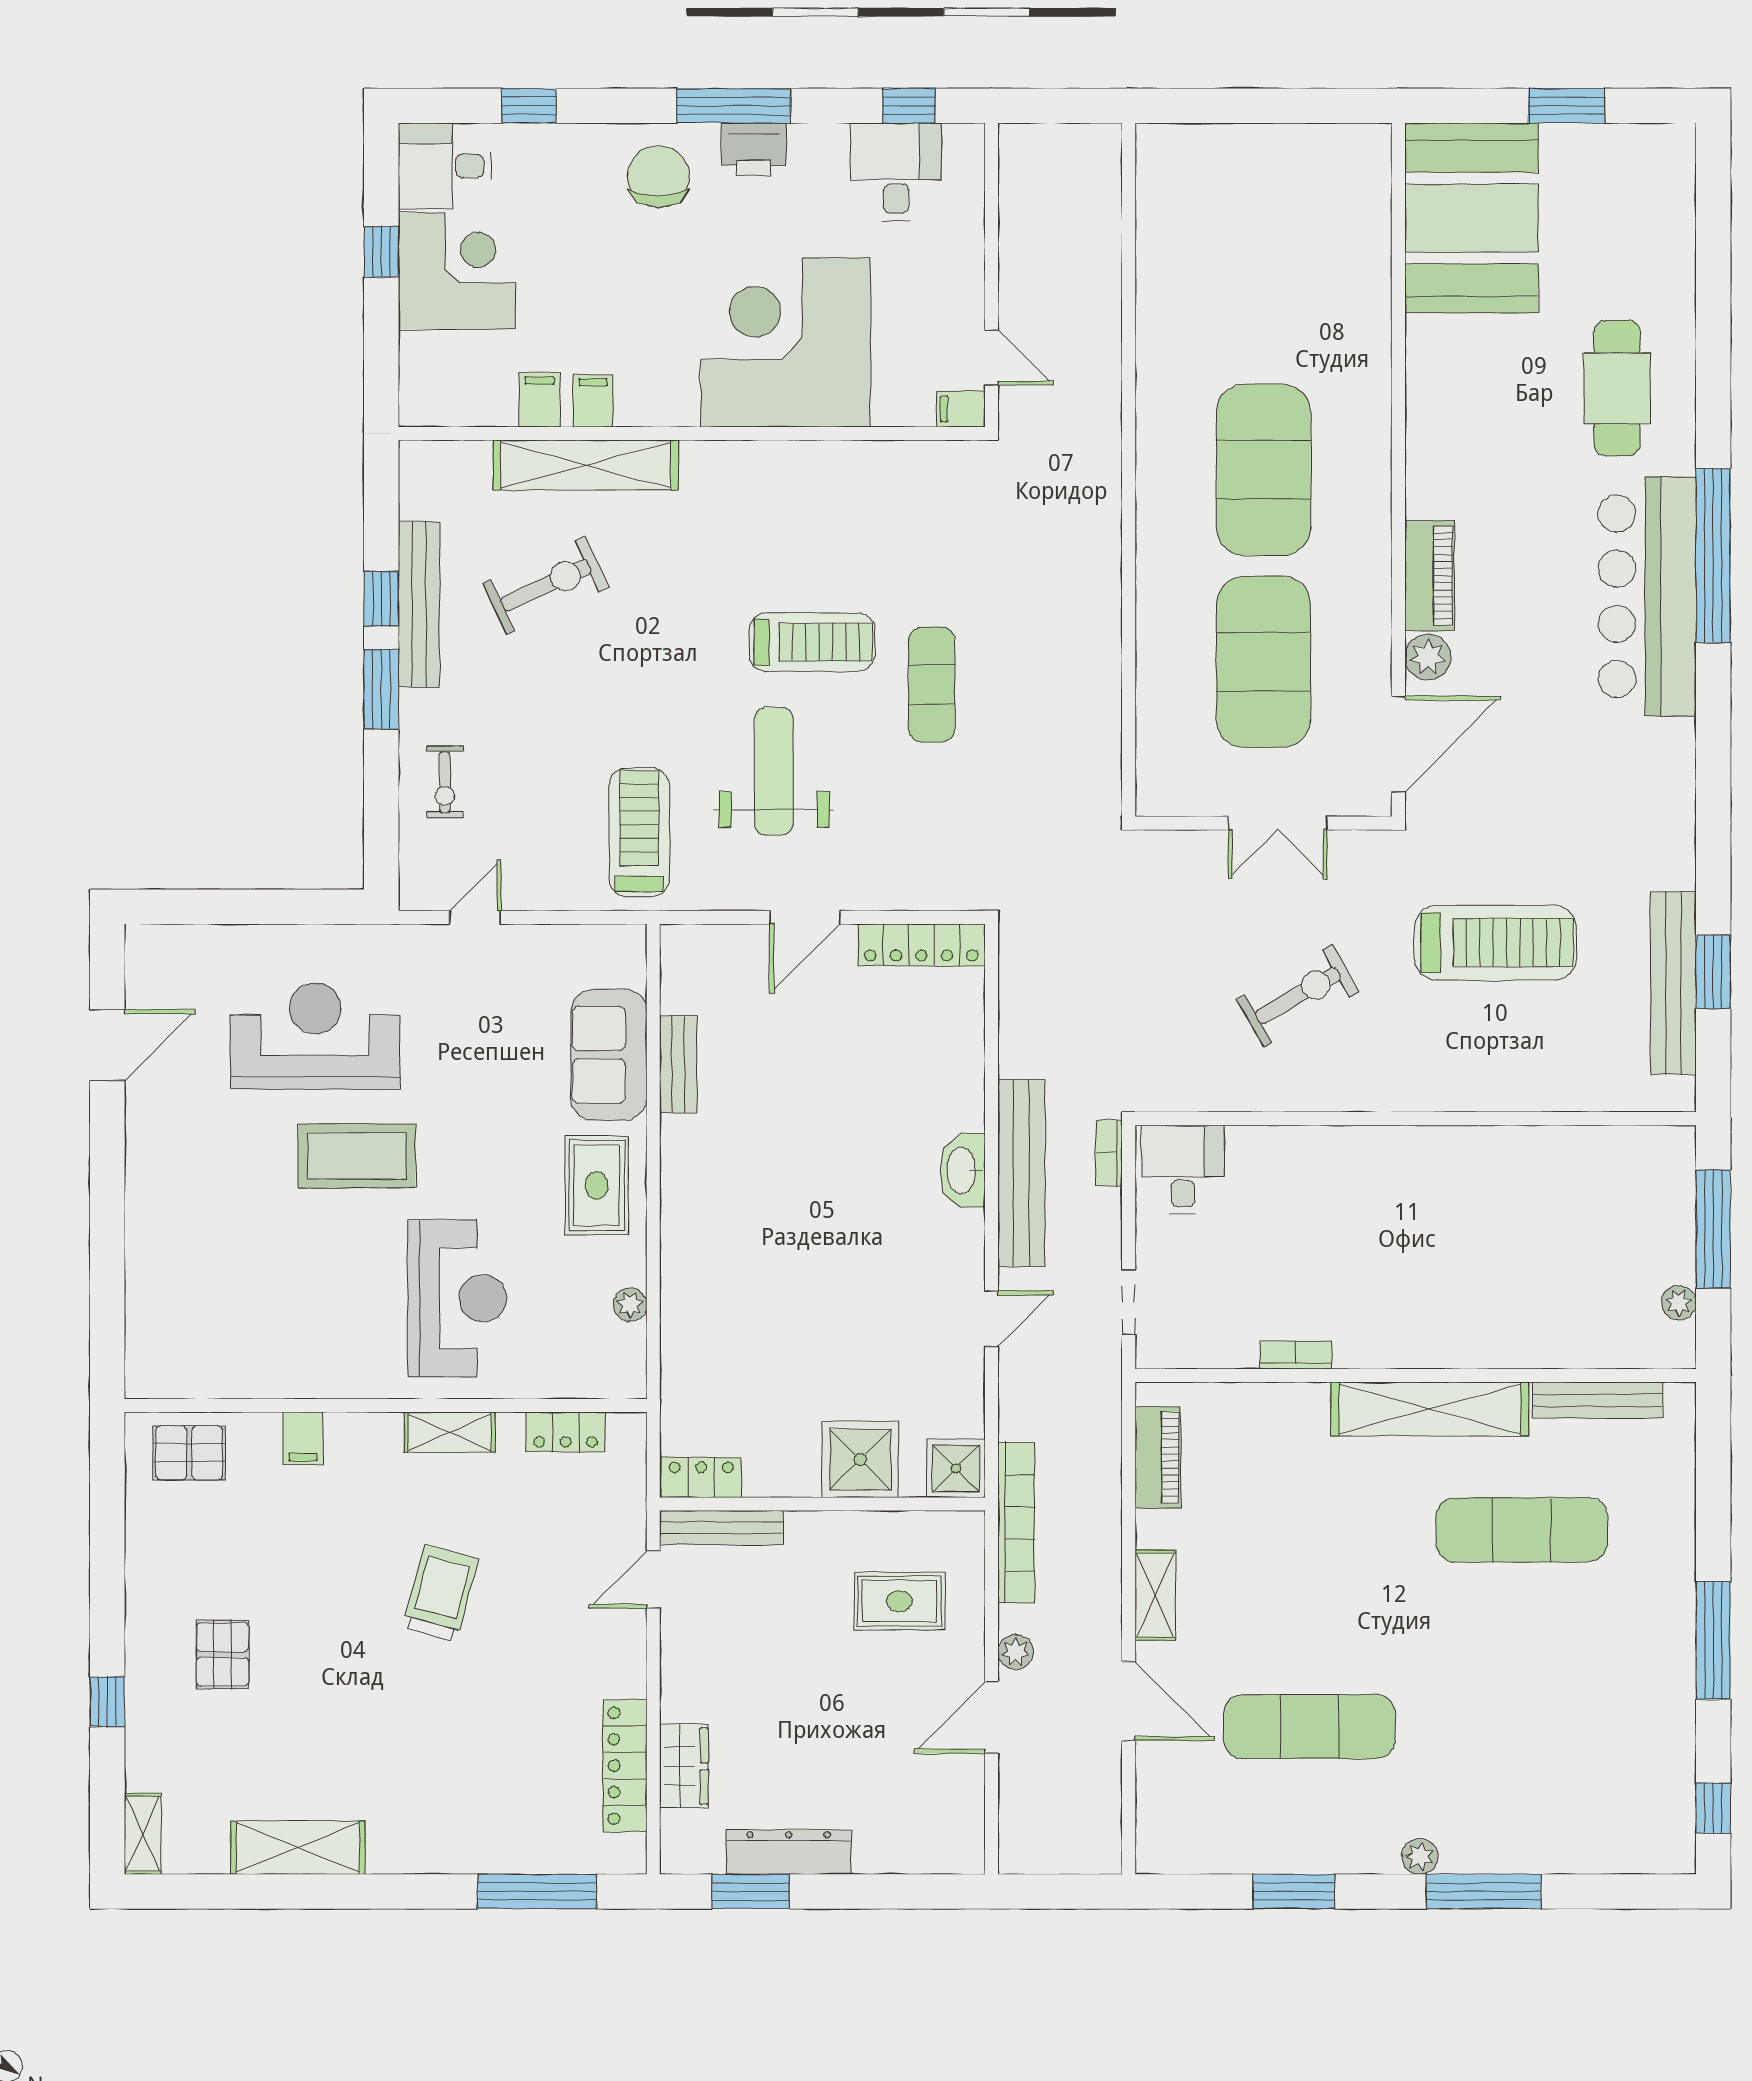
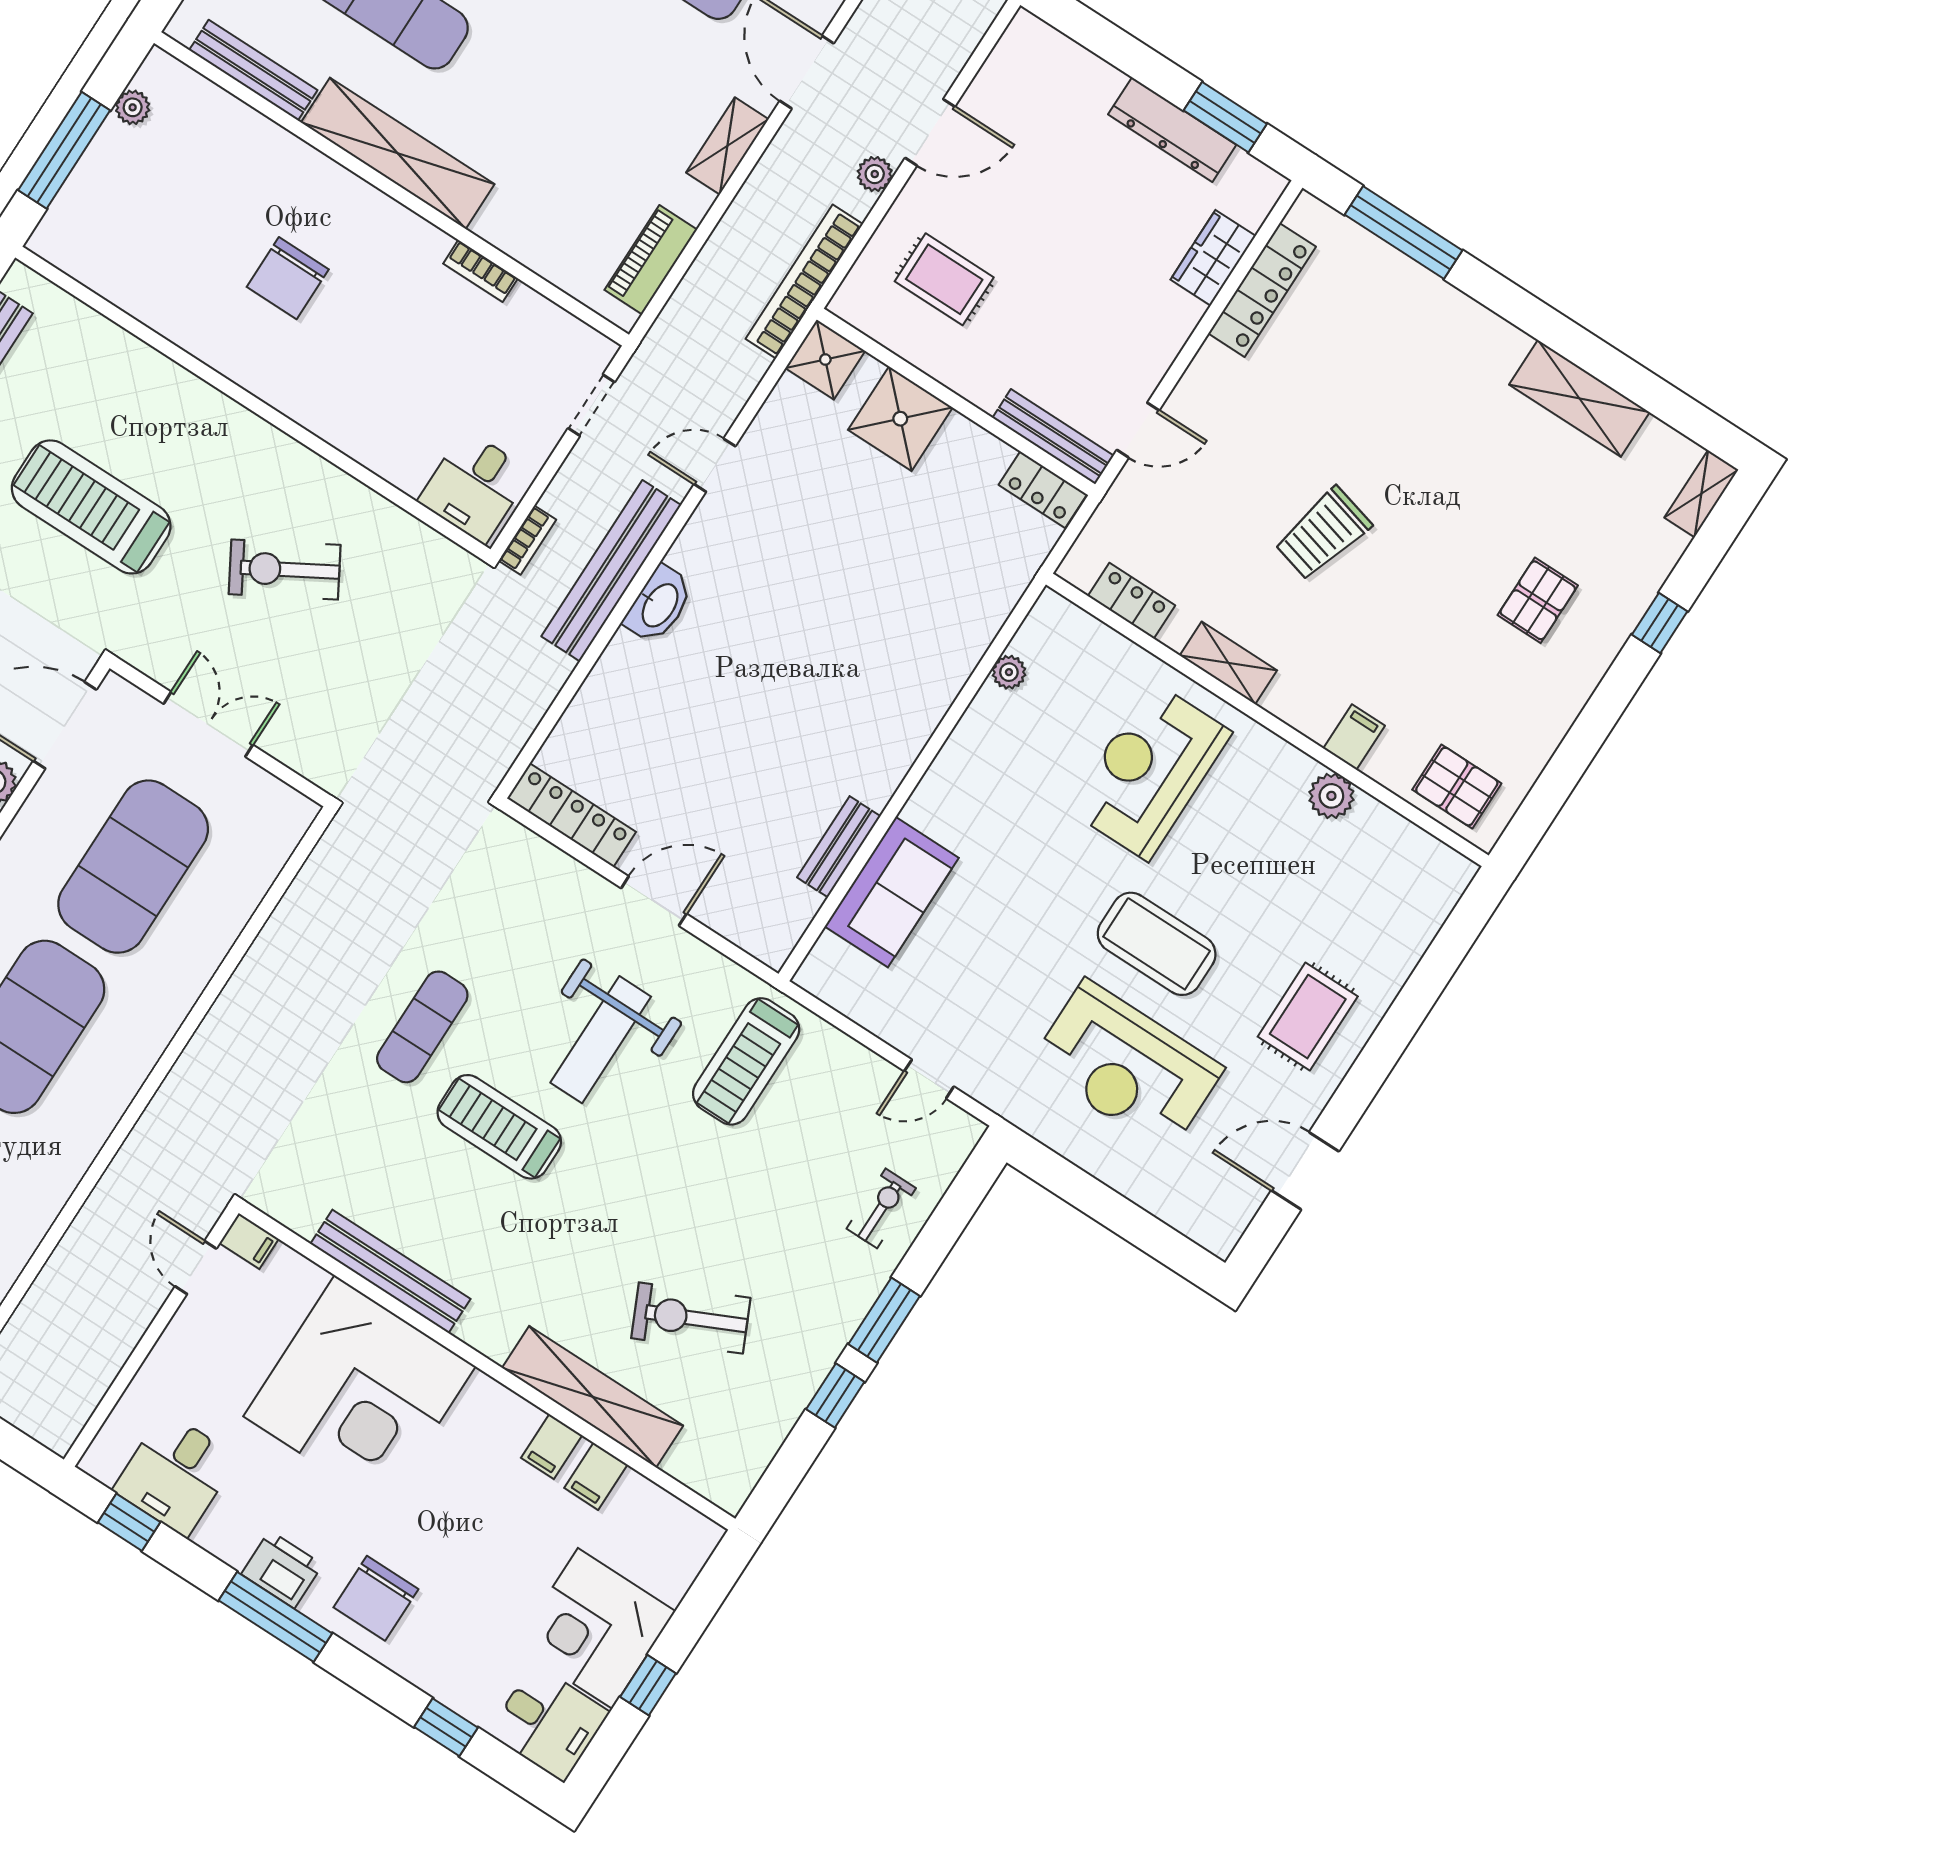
bench: (419, 604) -> (390, 1271), moved, turned 90
rug: (597, 1185) -> (1308, 1017), moved
chair: (1454, 1243) -> (288, 278), added
plant: (290, 1376) -> (1331, 796), added

